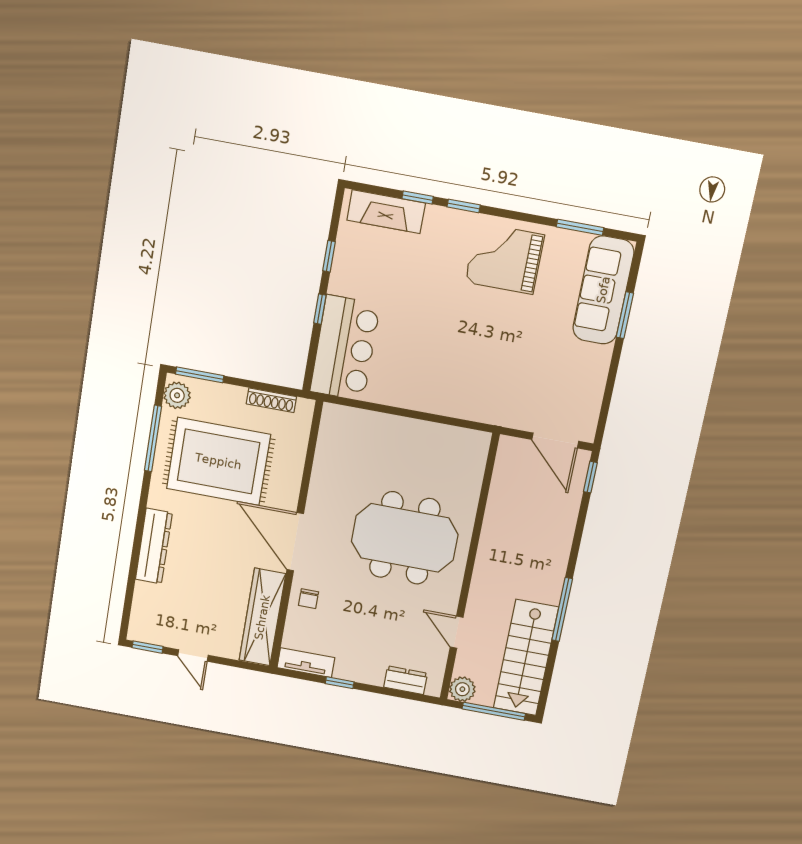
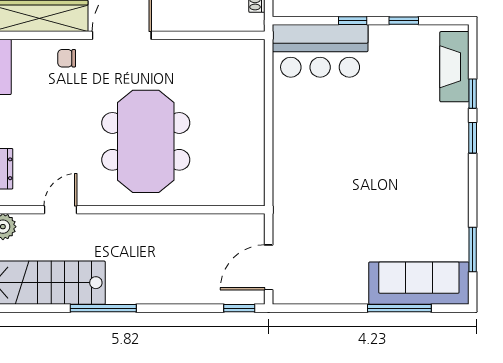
grand piano: (505, 259) -> (431, 185), removed
window: (625, 315) -> (399, 308), width x1.44

